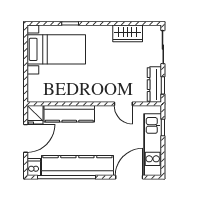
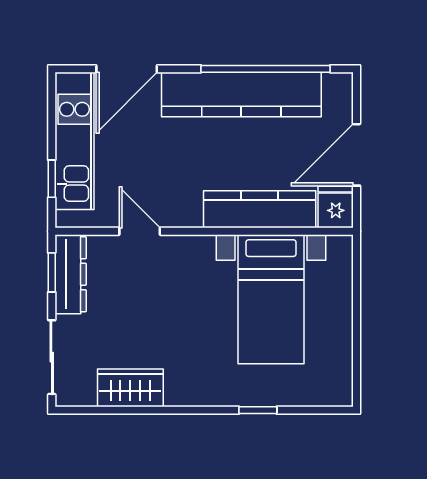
bed with nightstands: (56, 49) -> (271, 299), moved, turned -90
dishwasher: (34, 167) -> (339, 91), removed

